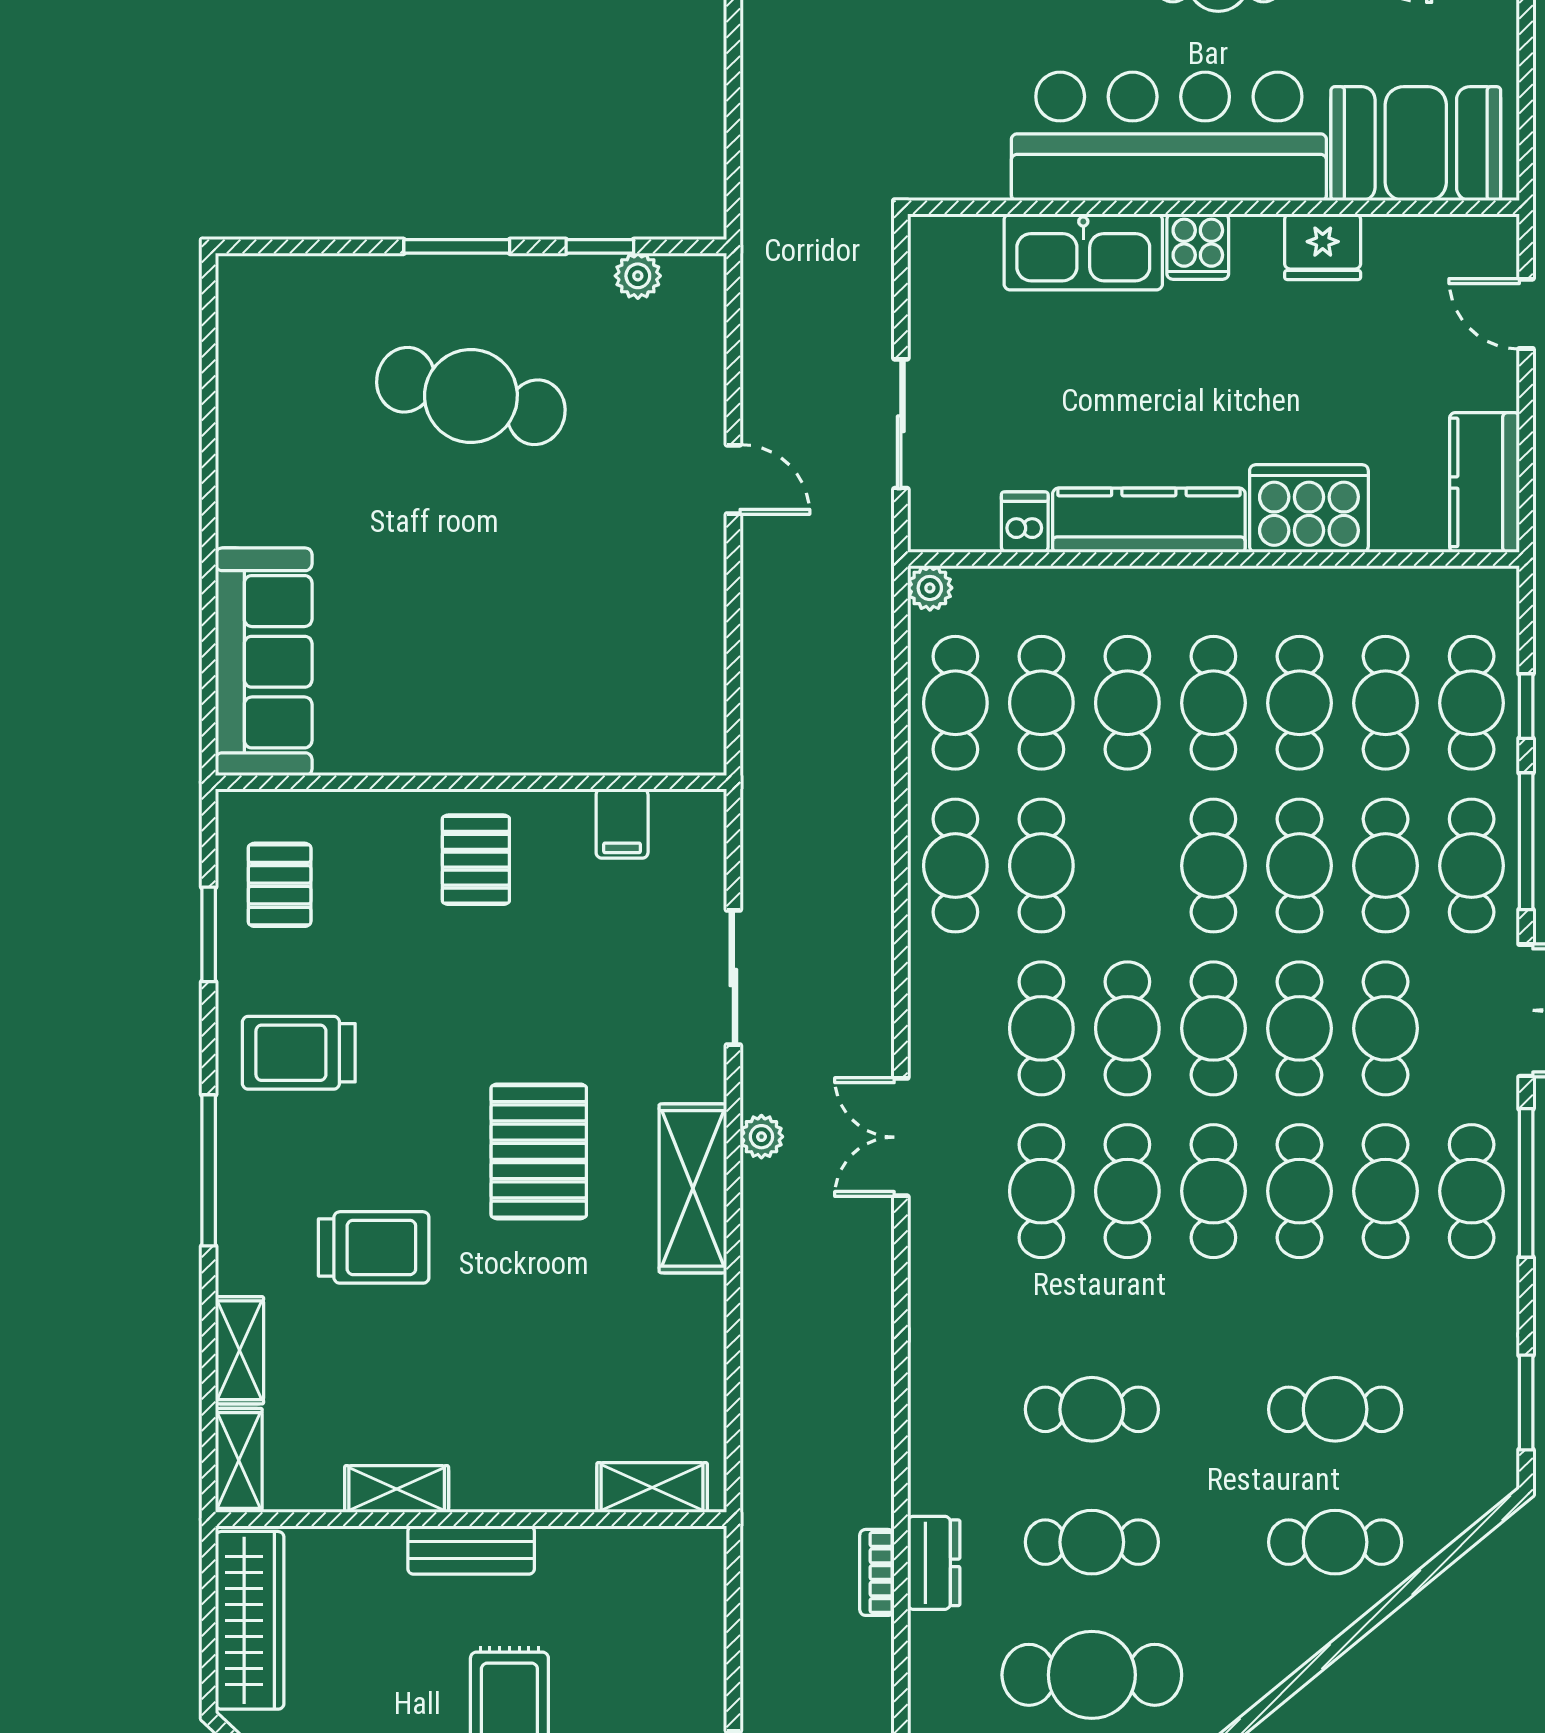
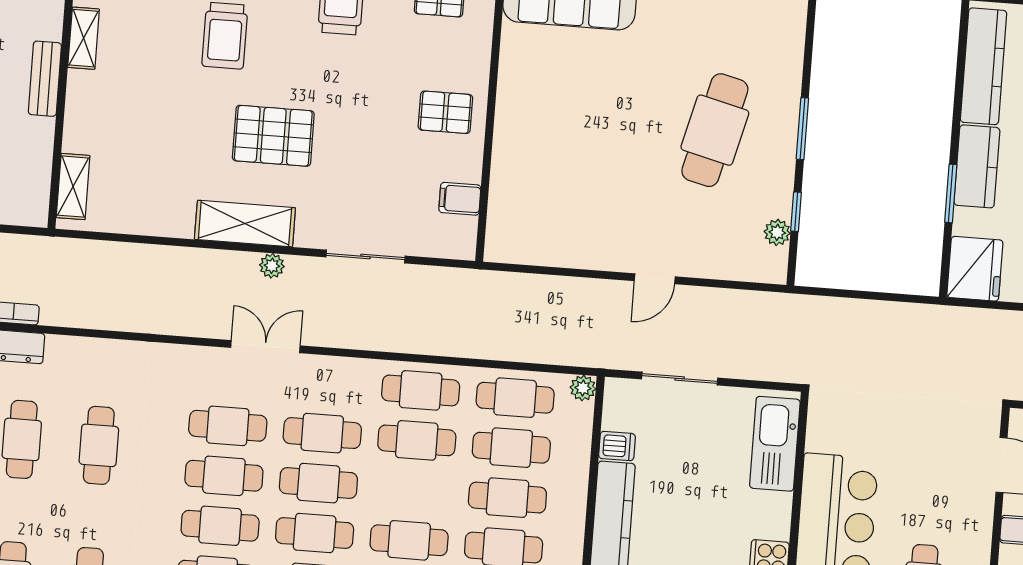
kitchen sink: (1083, 252) -> (775, 444), moved

